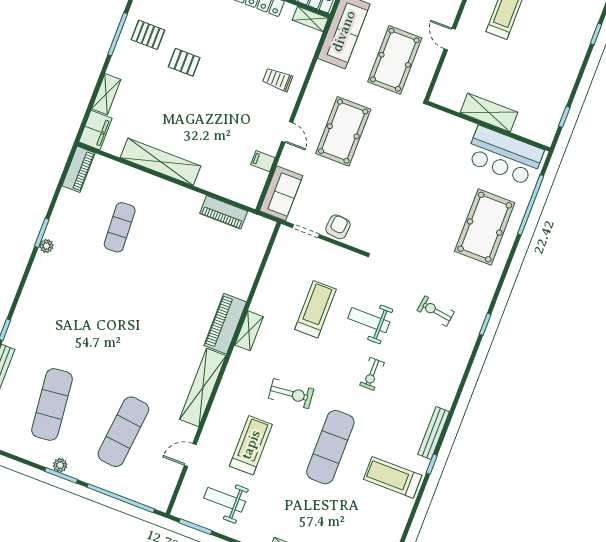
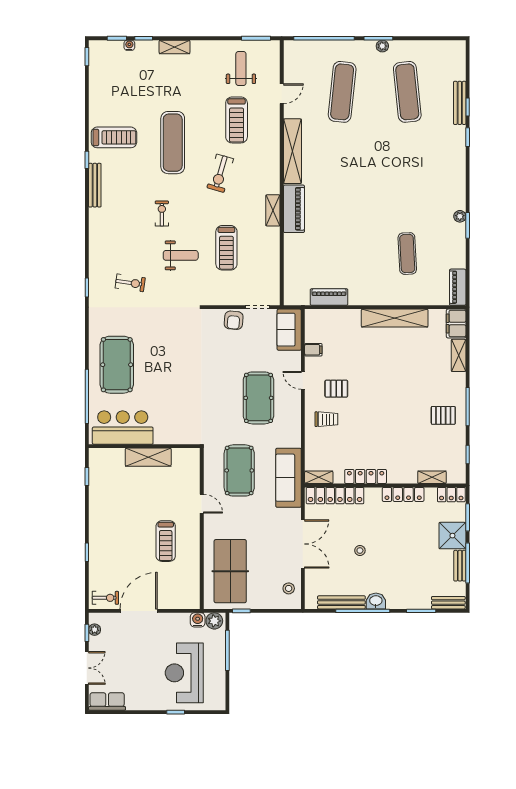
pallet: (184, 62) -> (336, 389), moved
exercise bike: (291, 394) -> (220, 173), turned -68
weight bench: (225, 500) -> (241, 68), turned -90

